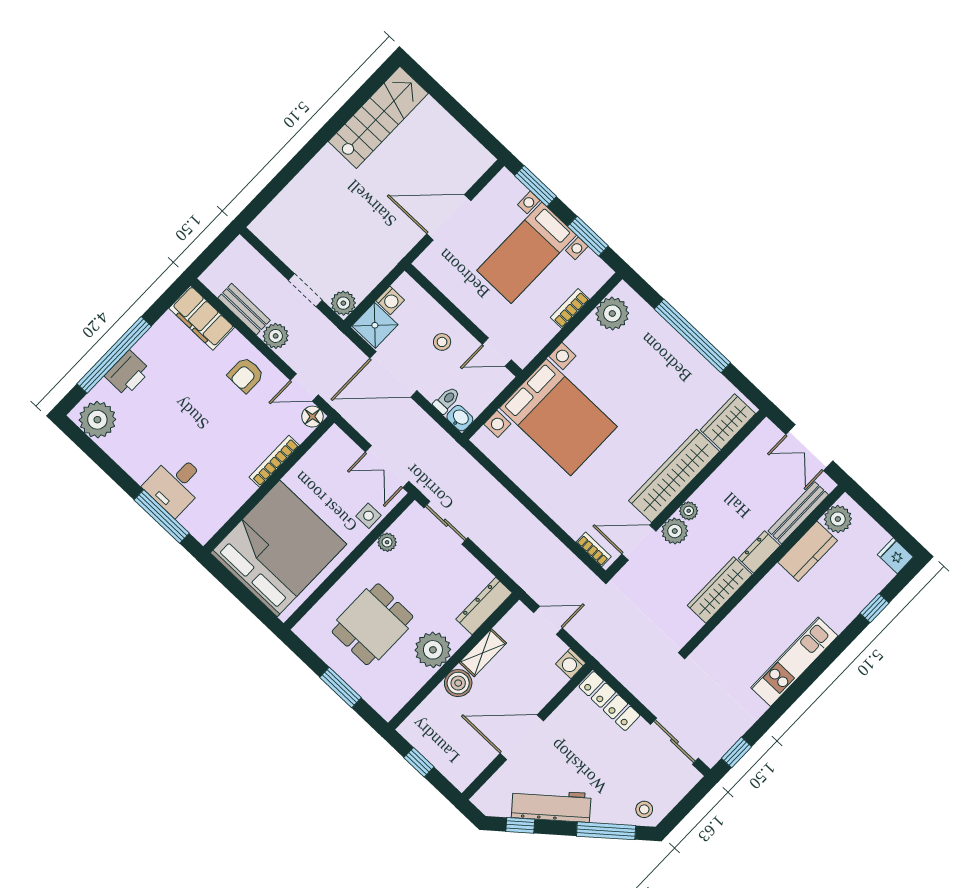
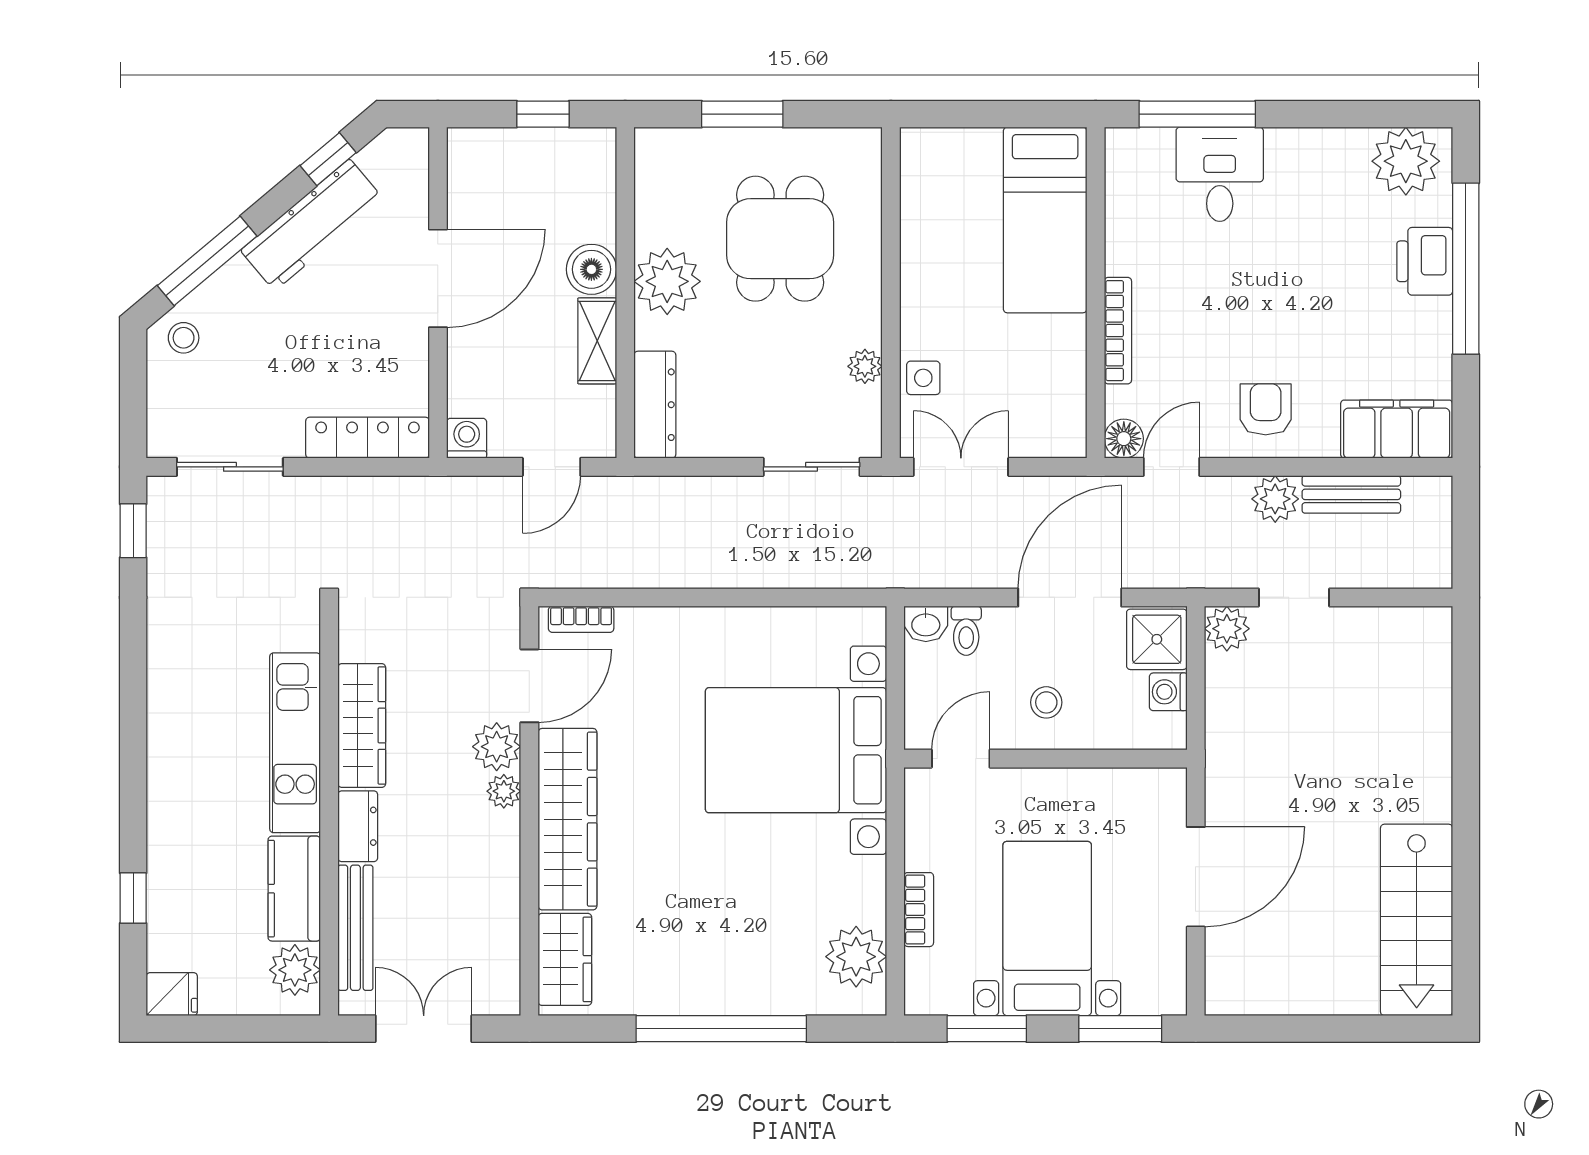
bed: (278, 548) -> (1045, 220), width x0.49
kitchen unit: (794, 662) -> (295, 743), moved, turned 180

